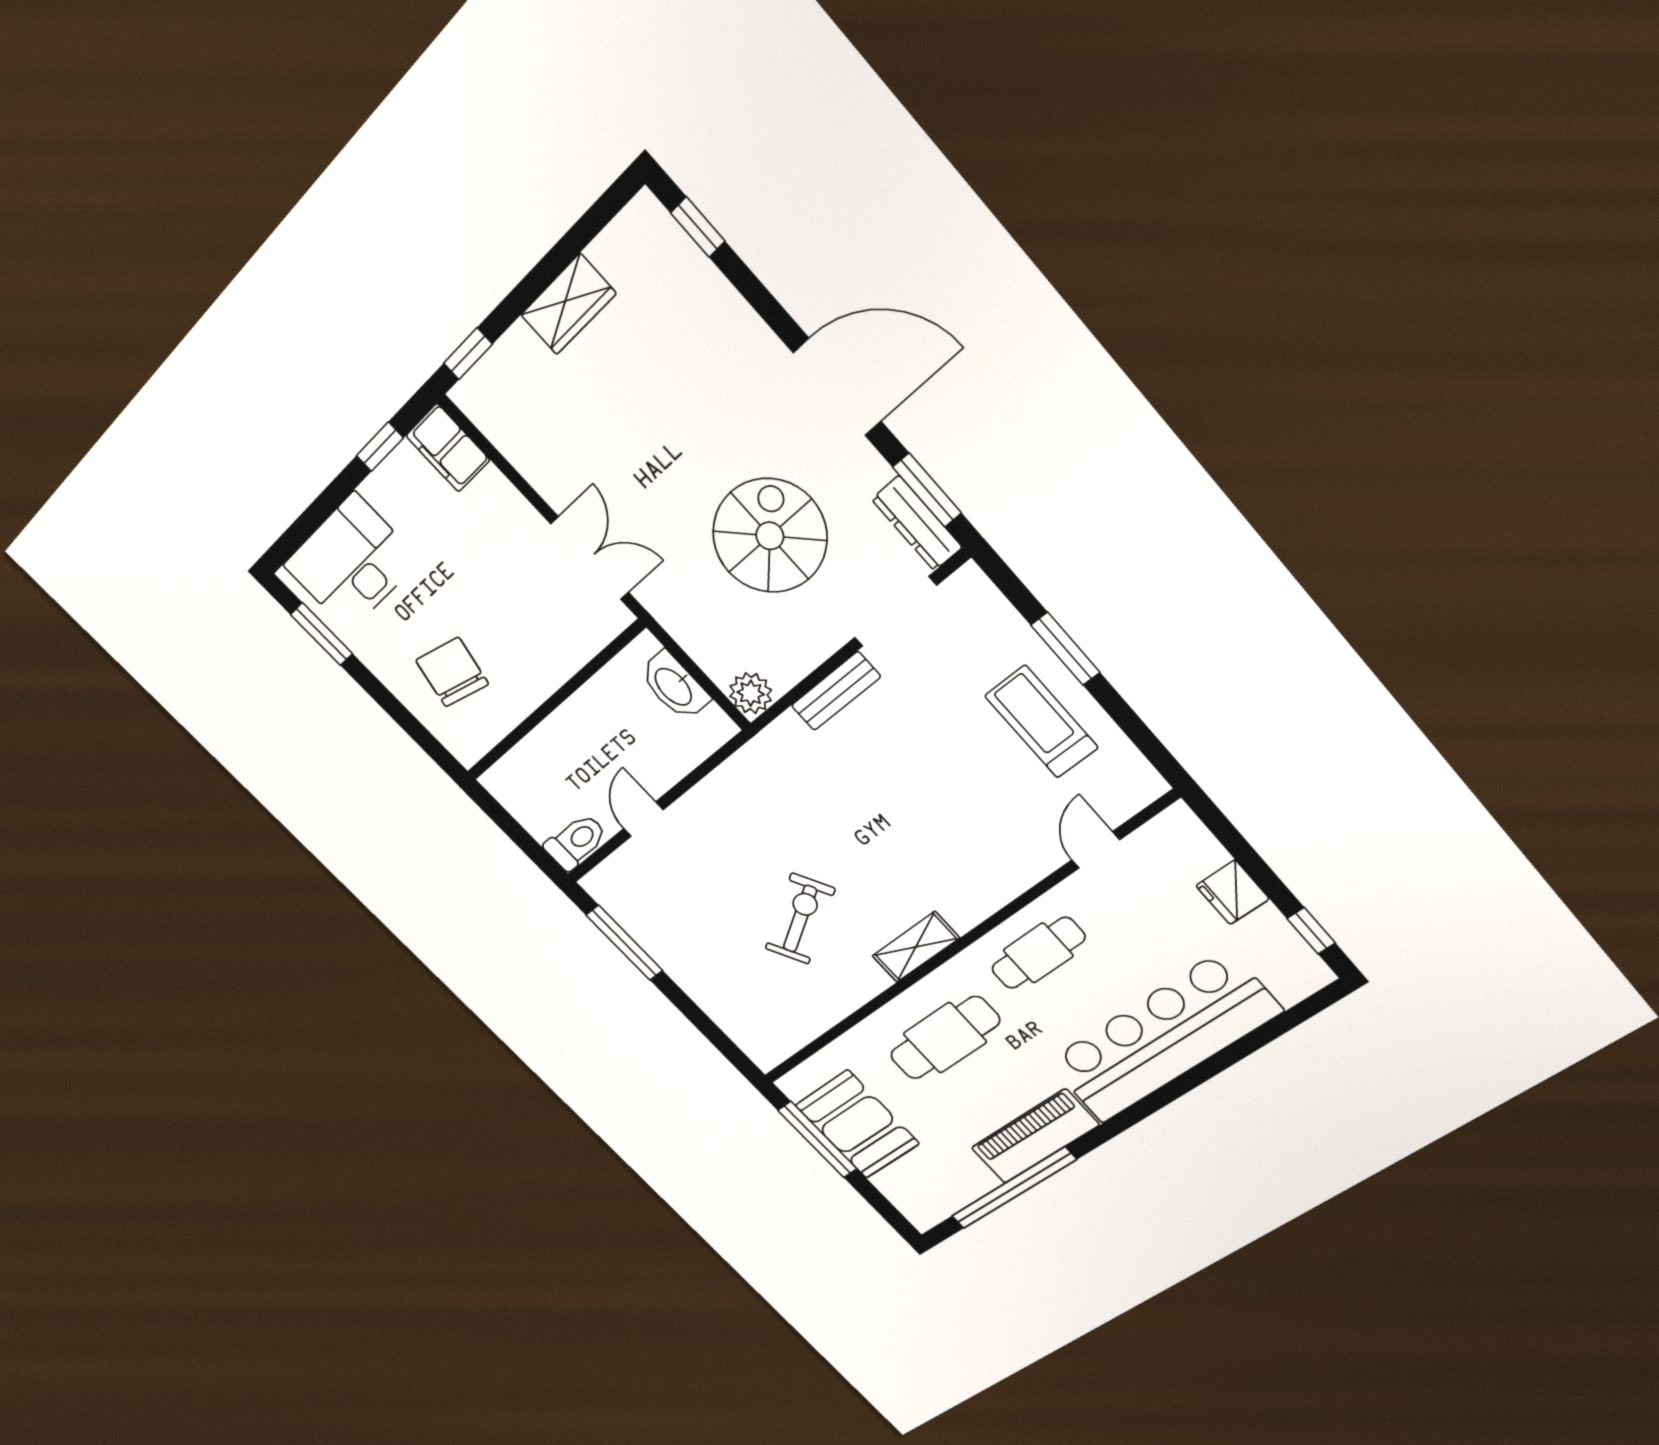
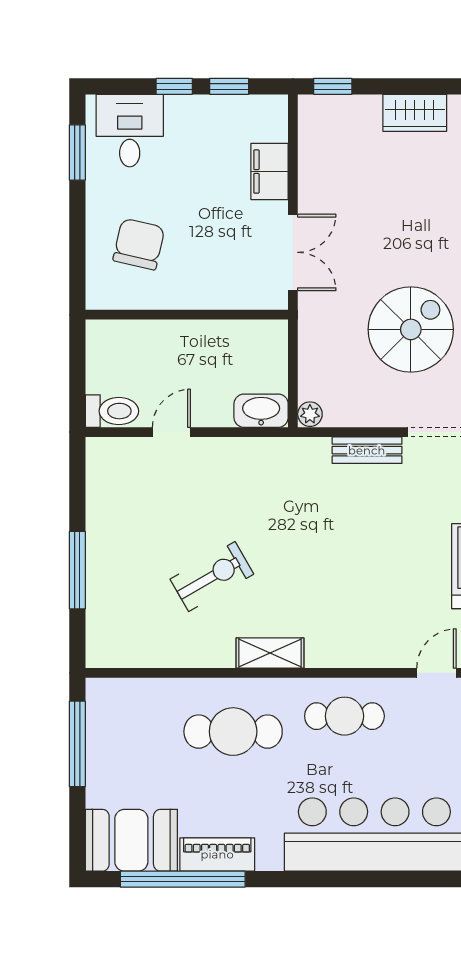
filing cabinet: (448, 448) -> (270, 172), moved
window: (336, 494) -> (174, 86), added
desk: (351, 563) -> (130, 131), width x0.73
washbasin: (674, 686) -> (261, 411), moved, turned 90
plant: (751, 693) -> (310, 414), width x0.73, depth x0.73
window: (624, 943) -> (77, 570), moved
booth: (857, 1124) -> (131, 840), moved, turned 90
piano: (1035, 1136) -> (217, 854), width x0.73, depth x0.75

